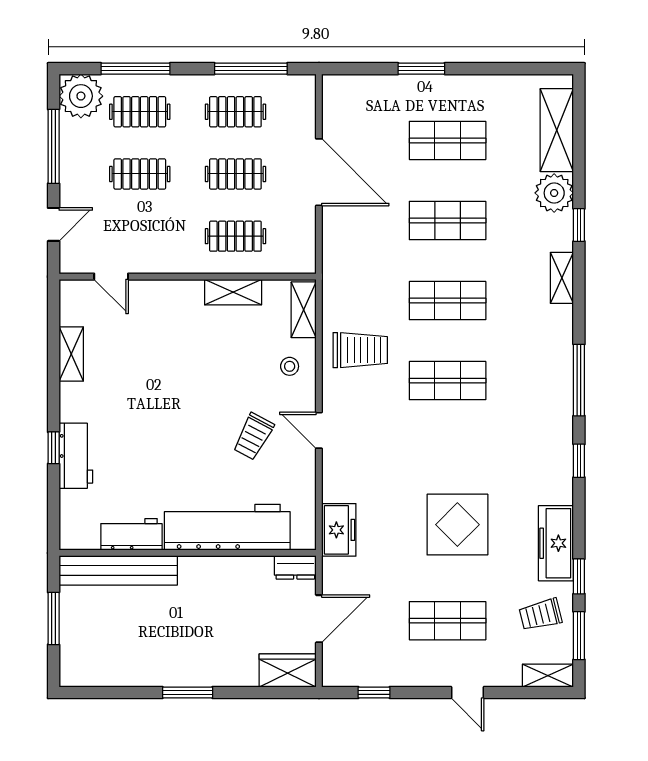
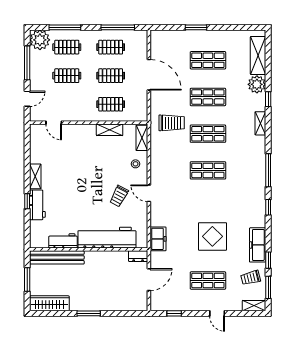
trolley: (360, 350) -> (172, 123), moved
shelving: (71, 354) -> (35, 176), moved
wardrobe: (288, 670) -> (49, 303), moved, width x1.50

